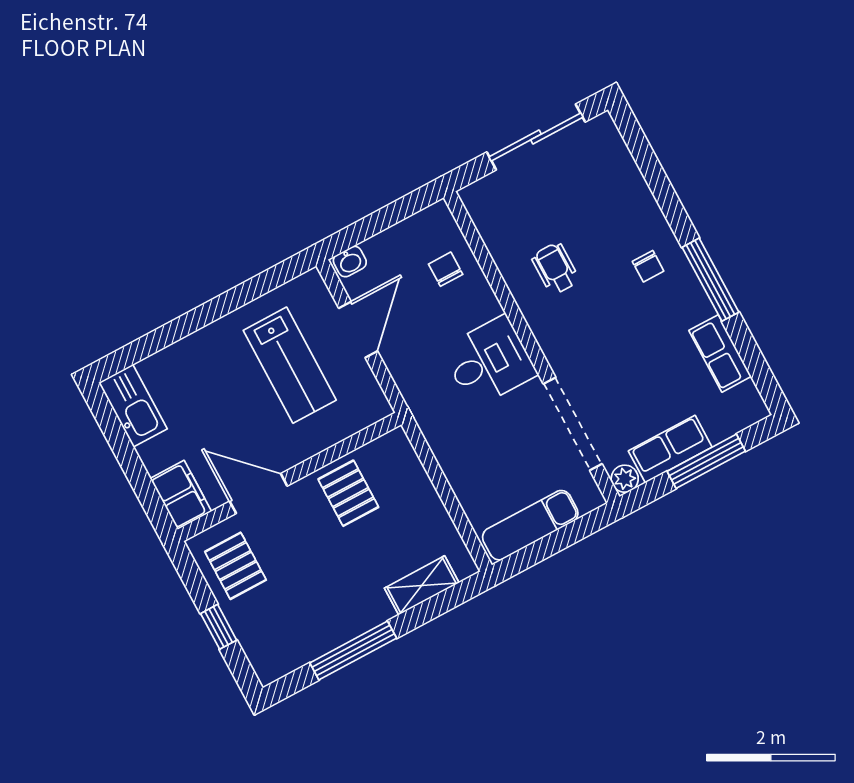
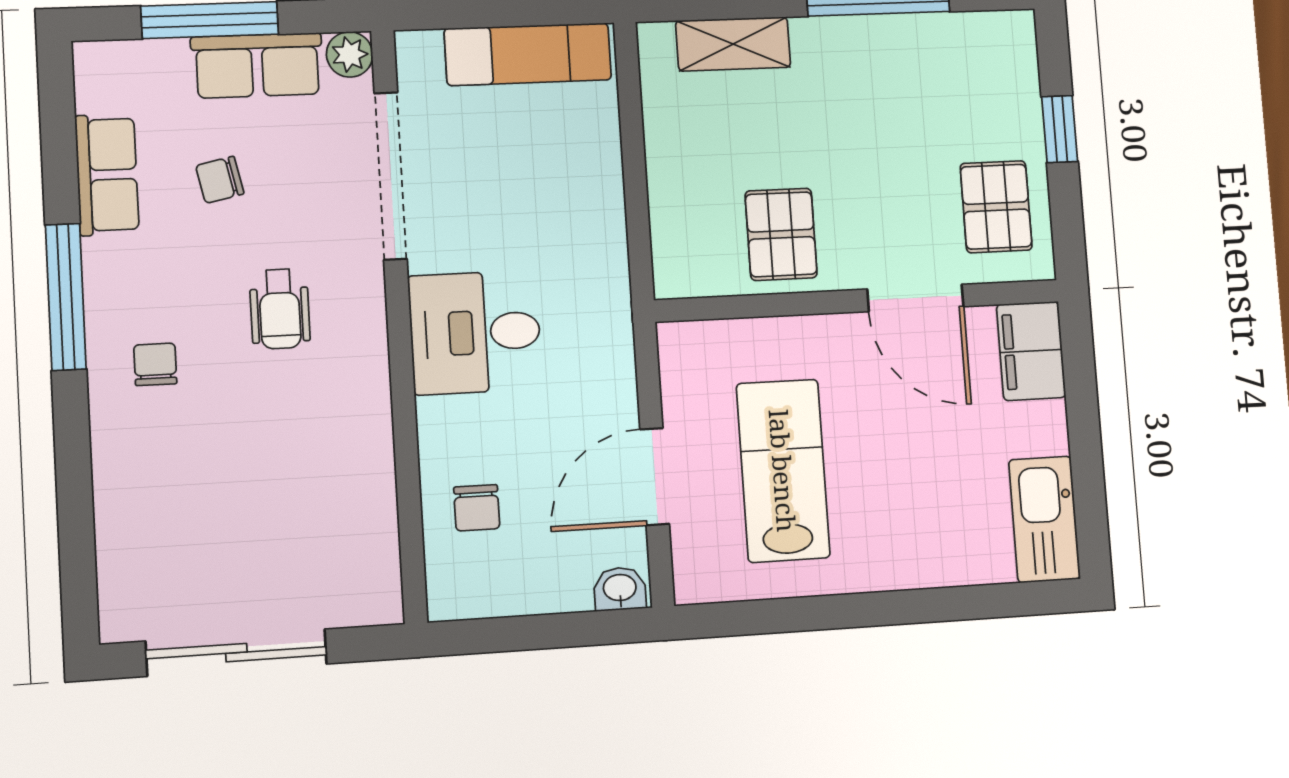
wheelchair: (555, 268) -> (280, 309), moved
chair: (661, 379) -> (220, 180), added

